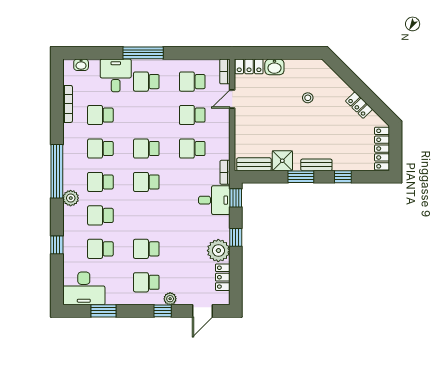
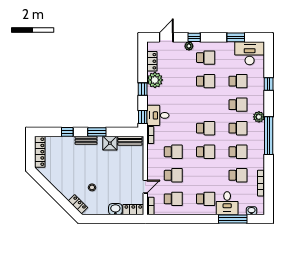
window: (143, 53) -> (233, 219), moved
locker: (359, 105) -> (78, 204), moved

